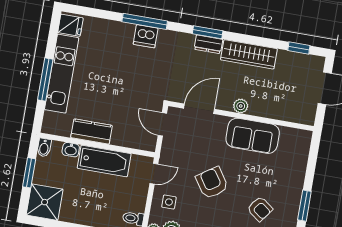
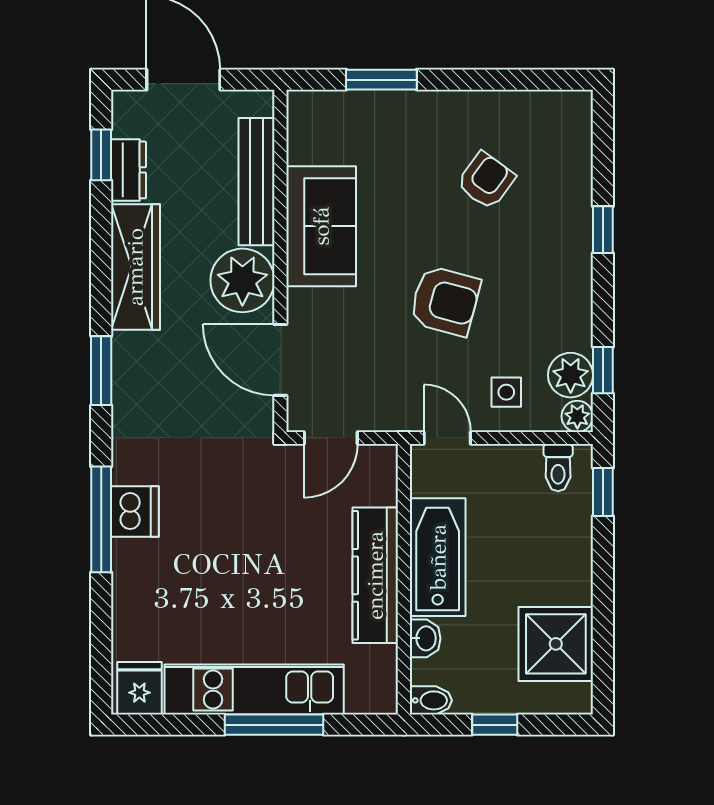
dresser: (208, 44) -> (129, 170), moved
plant: (241, 106) -> (242, 280), width x1.87, depth x1.87
bench: (276, 112) -> (257, 182), added
kitchen counter: (91, 132) -> (375, 575), width x1.50
window: (29, 173) -> (495, 725), width x0.67
armchair: (212, 183) -> (445, 301), turned -131
shower: (45, 202) -> (556, 644), moved
window: (304, 206) -> (381, 80), moved

